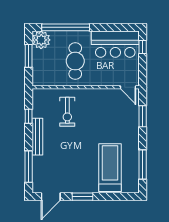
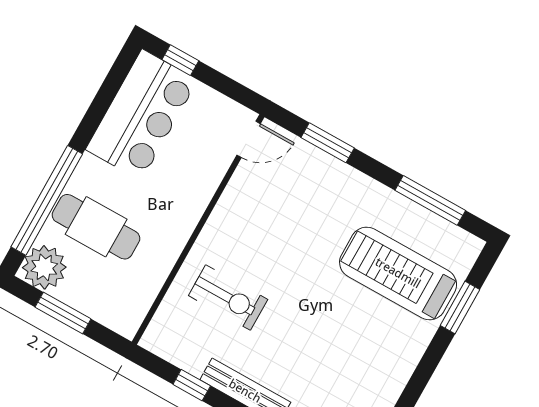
cafe table: (75, 61) -> (96, 227), moved
window: (83, 197) -> (460, 307), moved

